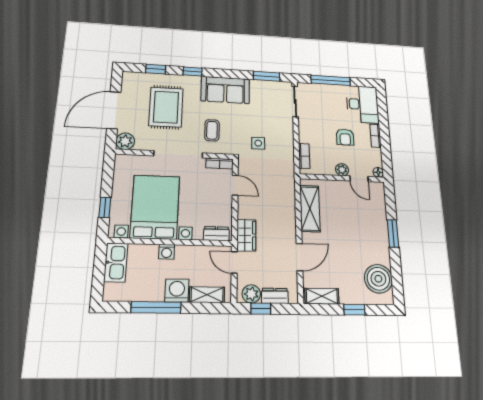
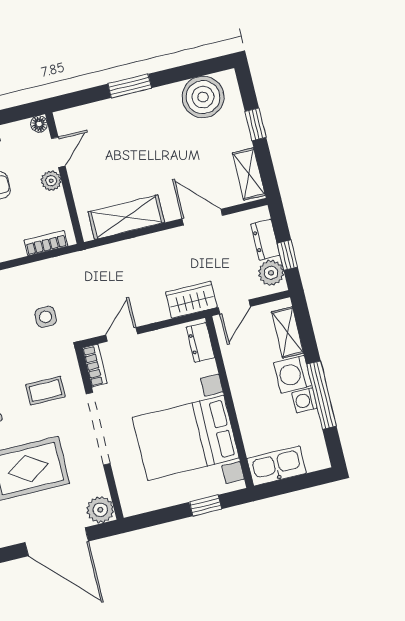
washing machine: (167, 252) -> (304, 400), moved, turned 180

